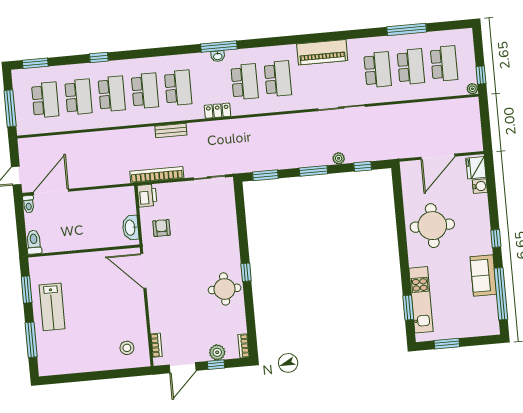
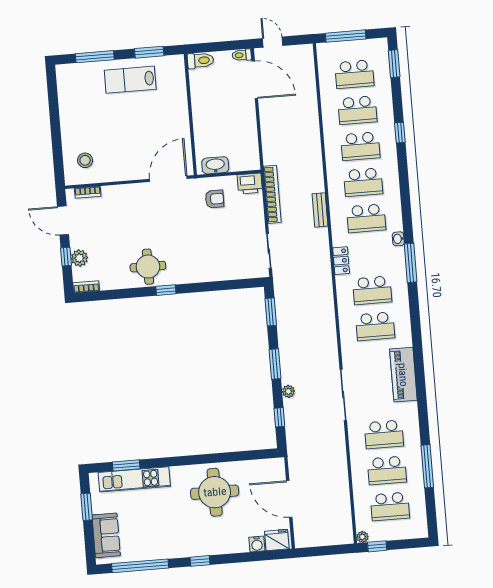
washbasin: (218, 56) -> (398, 239), moved
sofa: (483, 276) -> (106, 535), moved, turned 90

